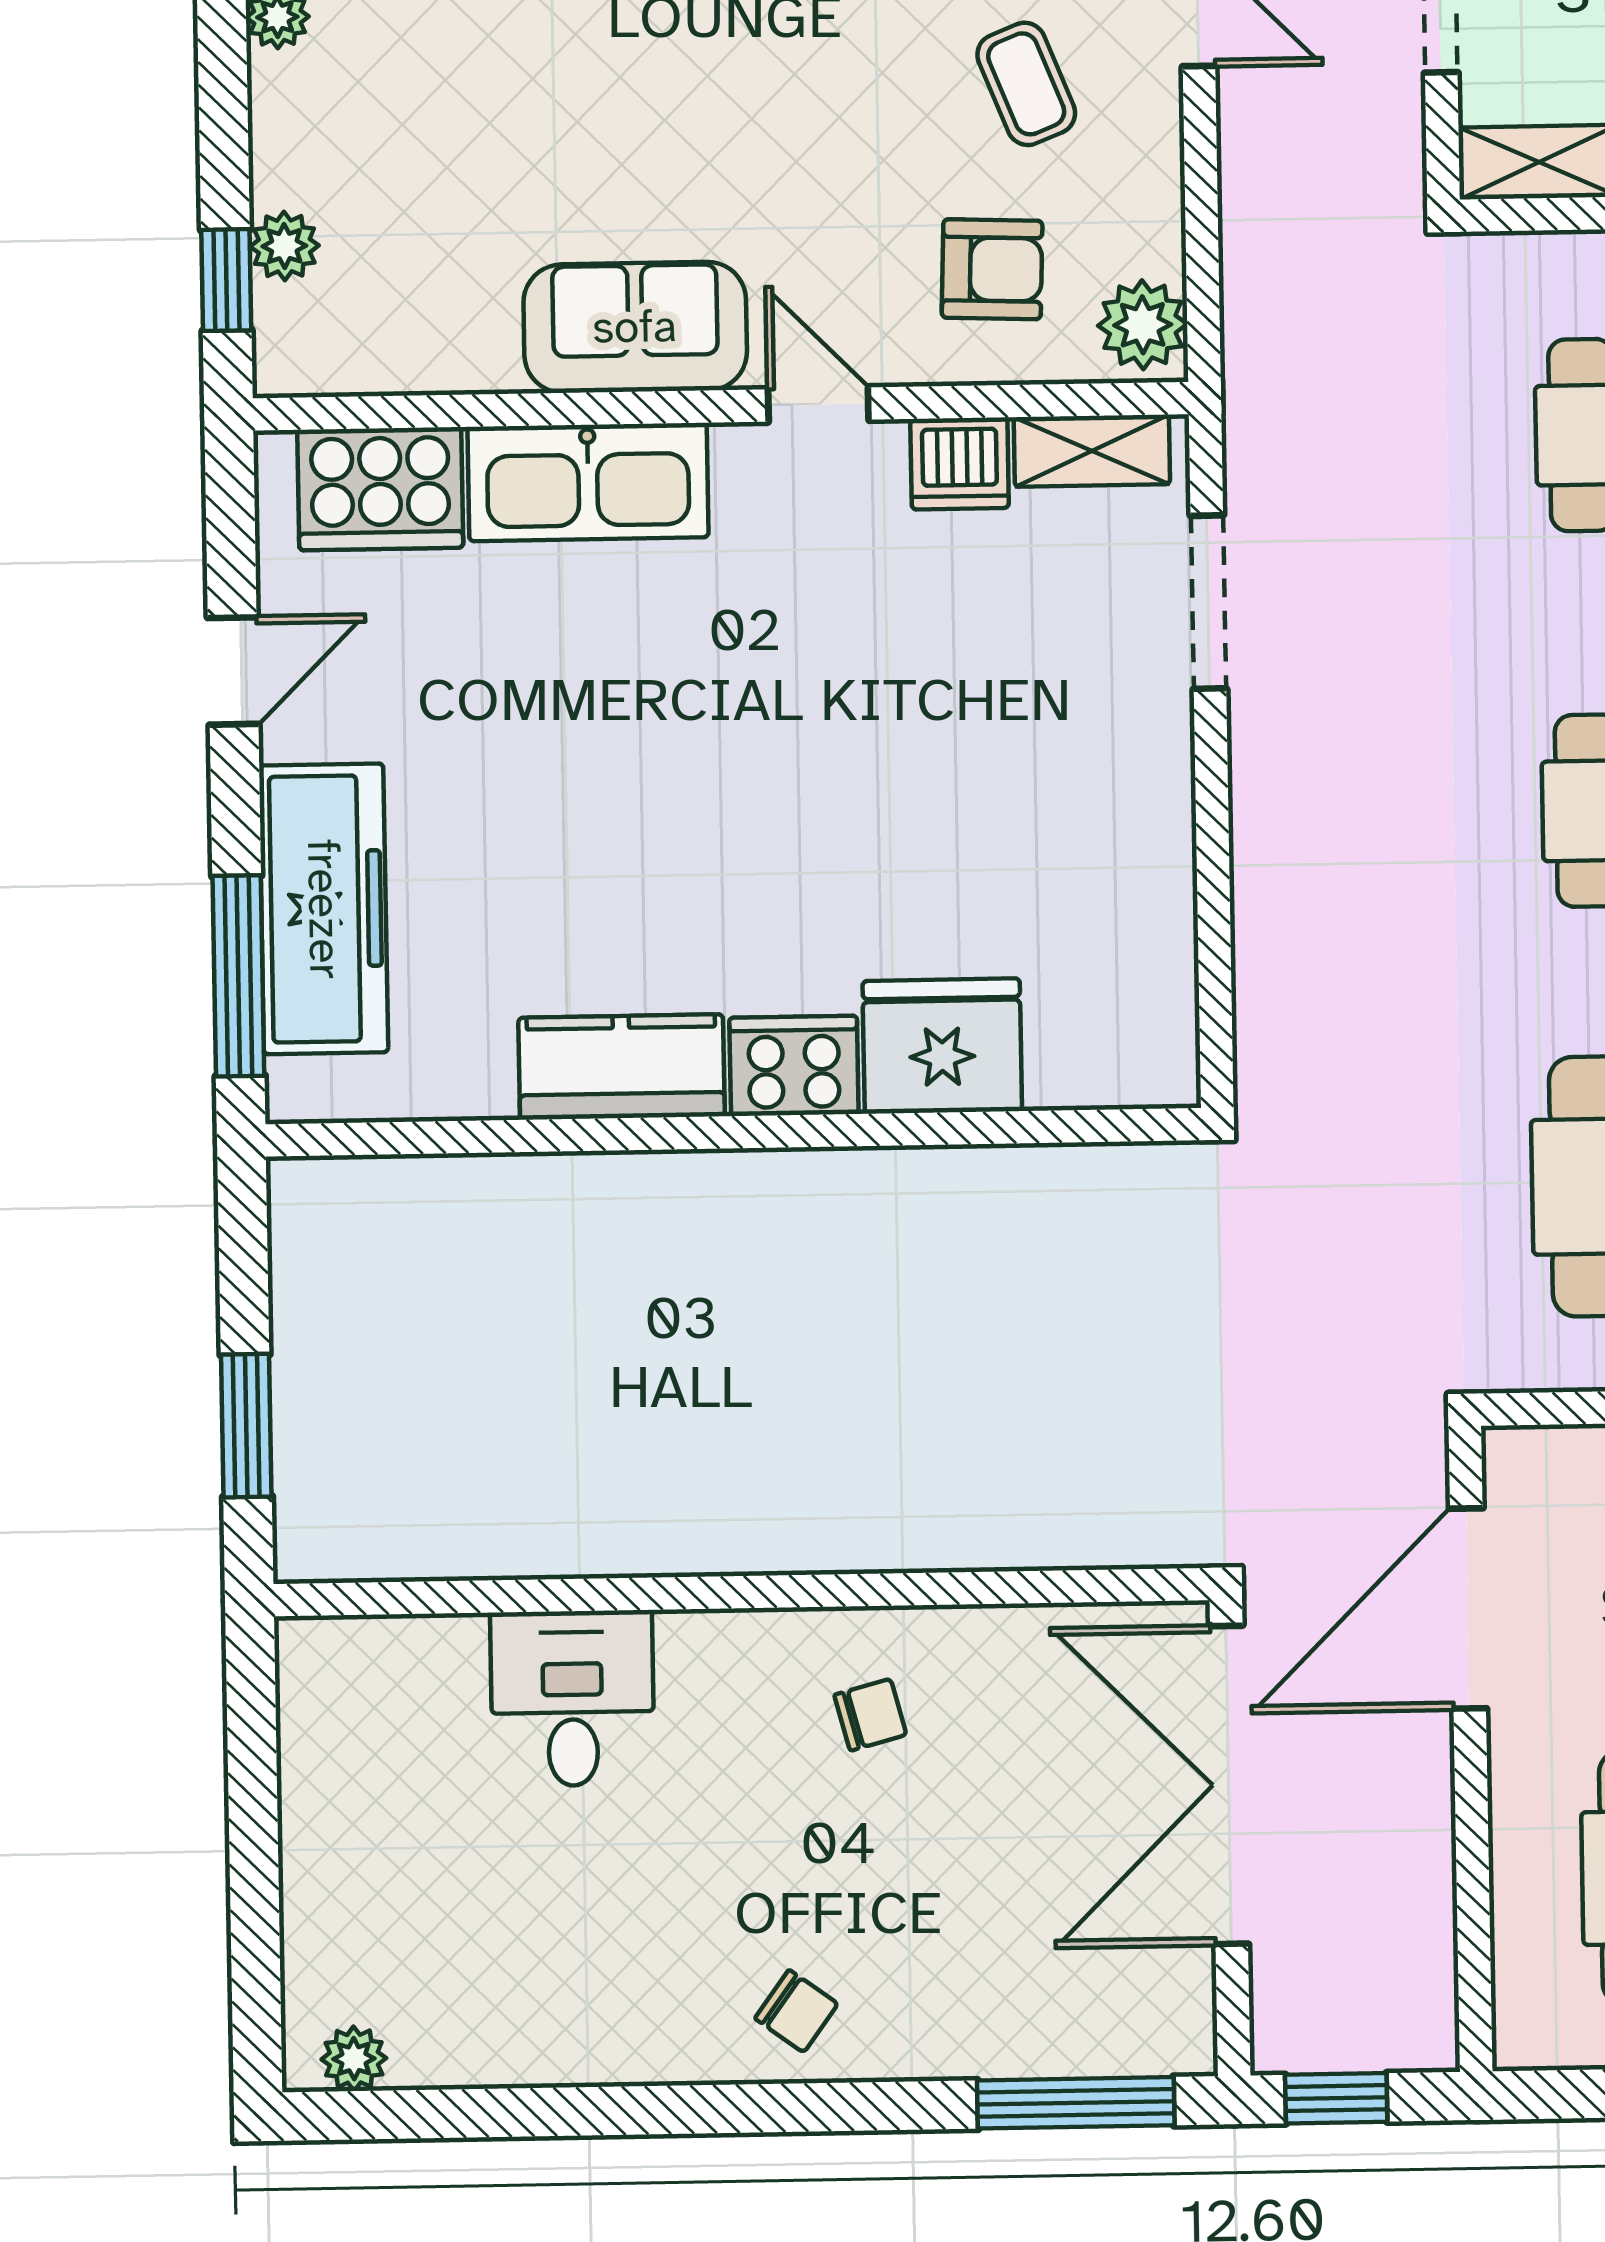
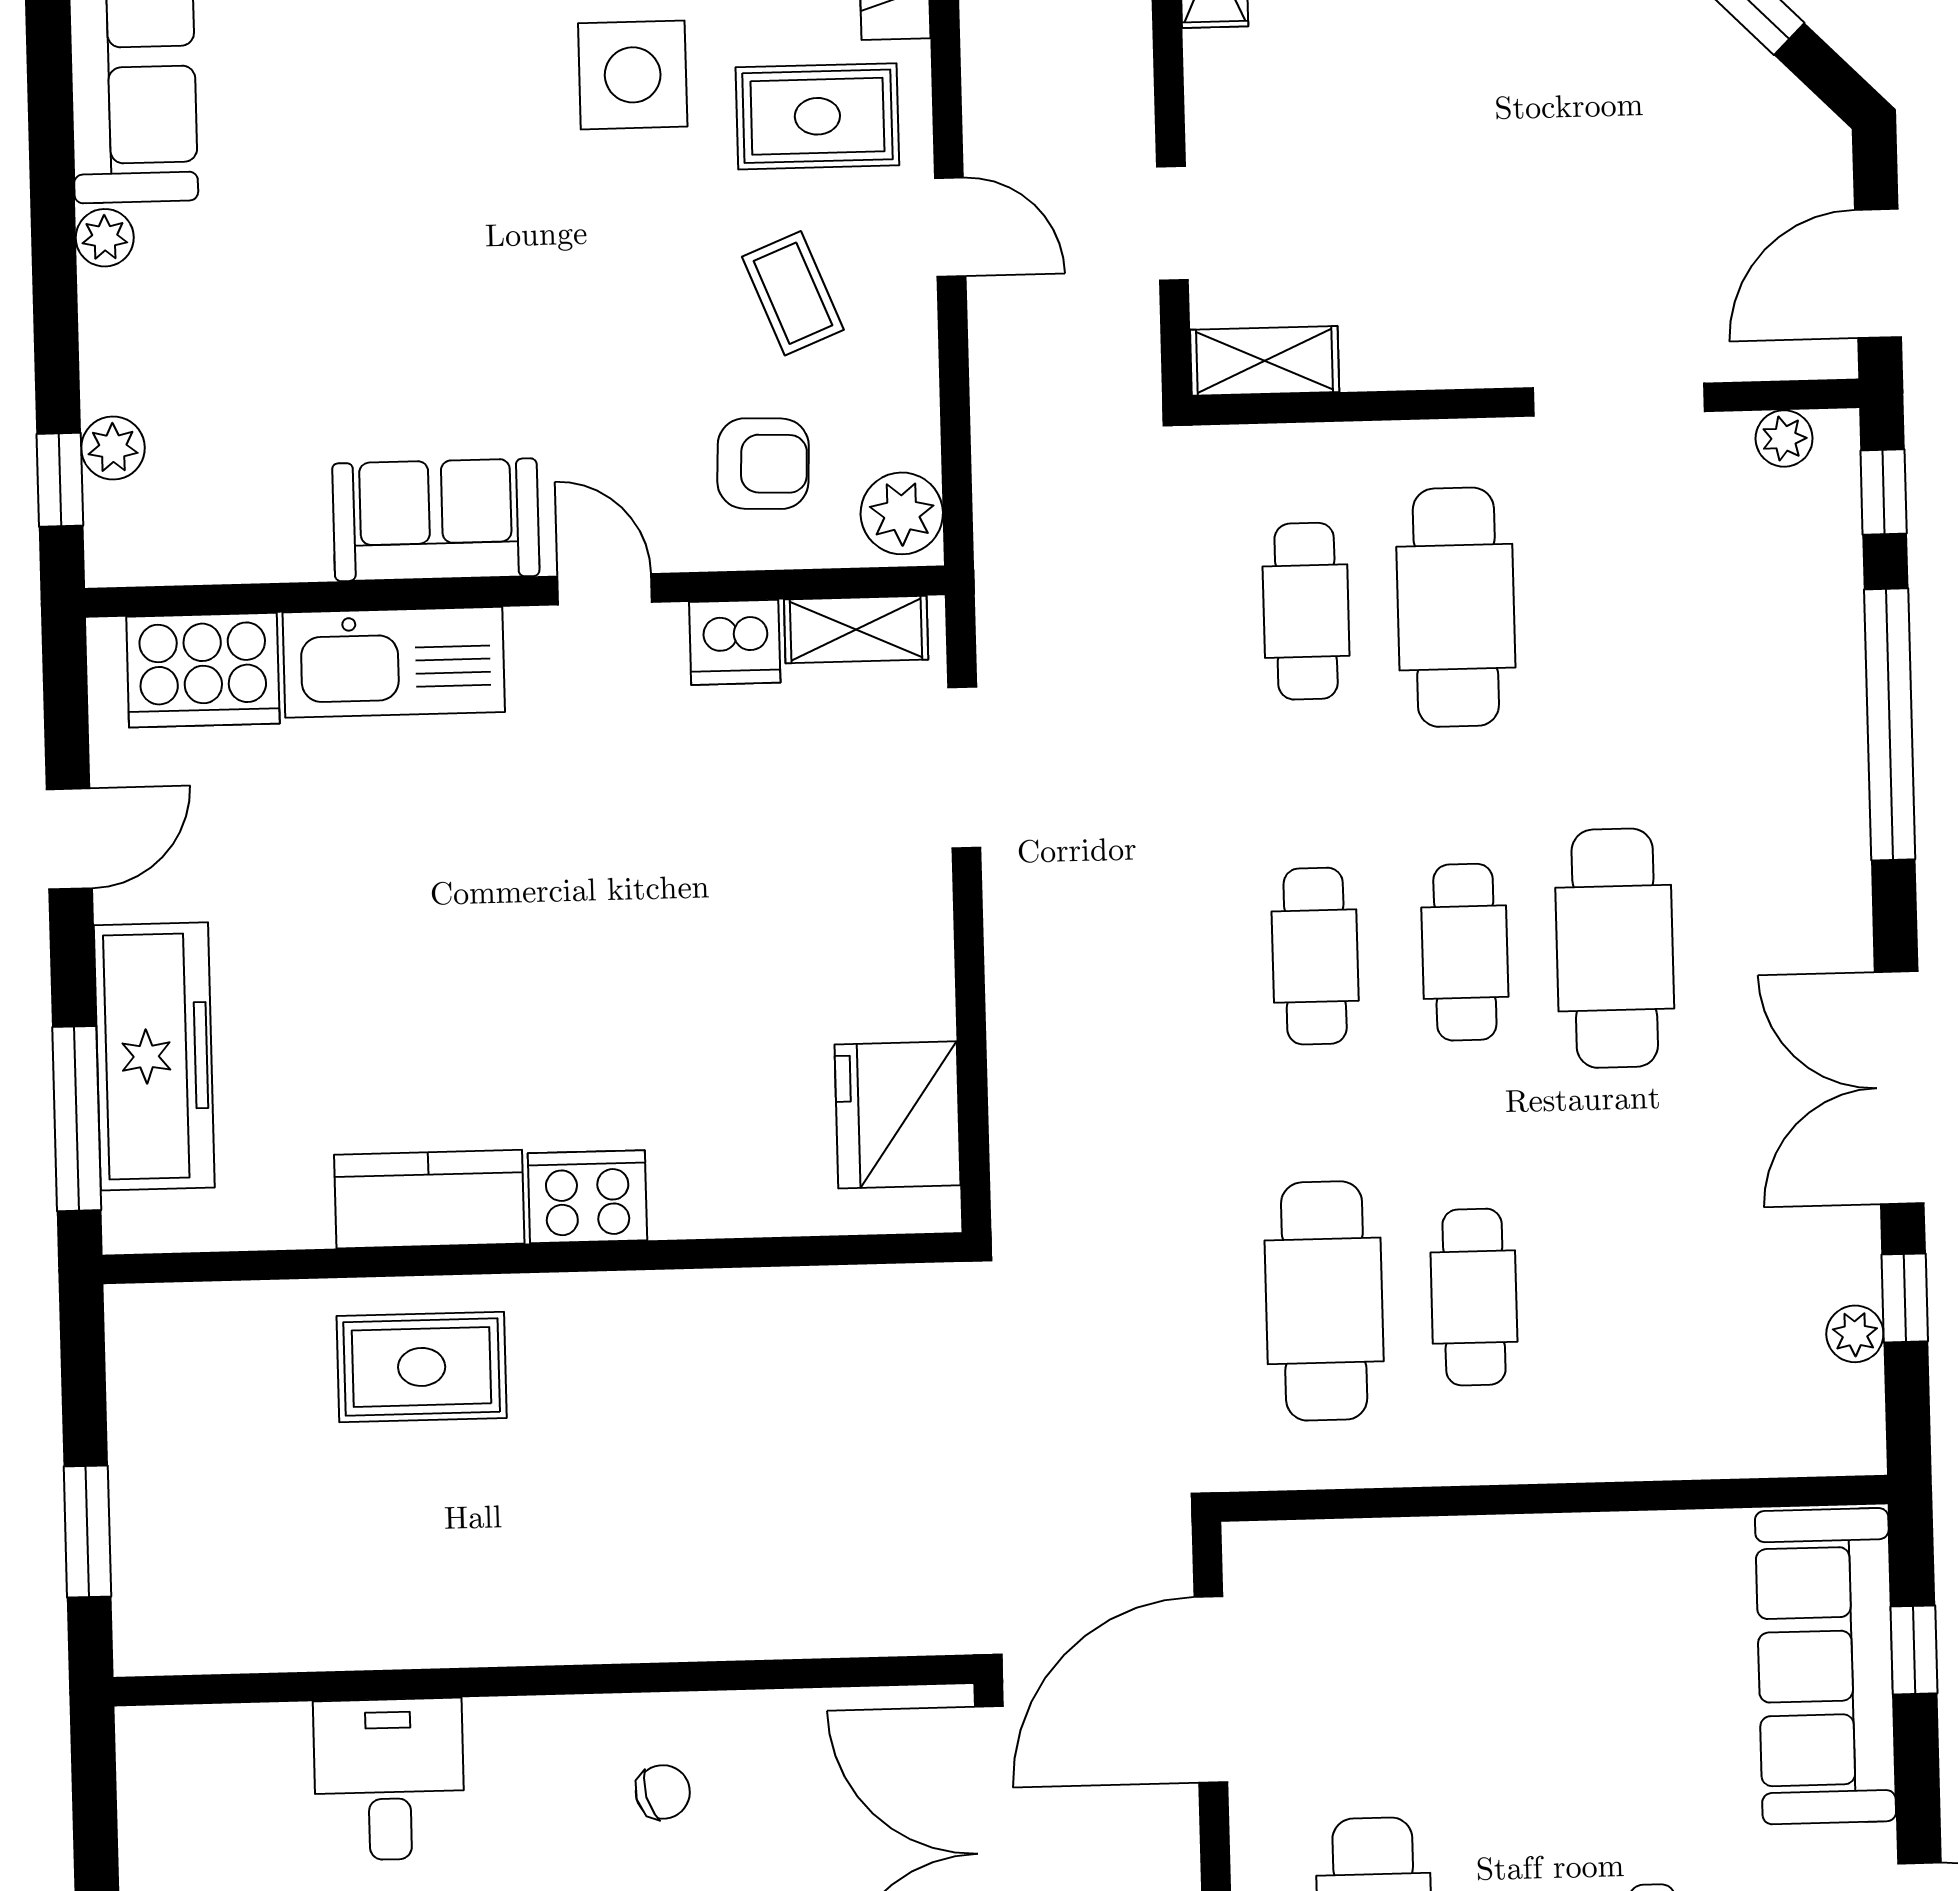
fridge: (942, 1046) -> (898, 1115), moved, turned -90
rug: (612, 1250) -> (422, 1367), added

